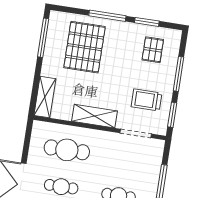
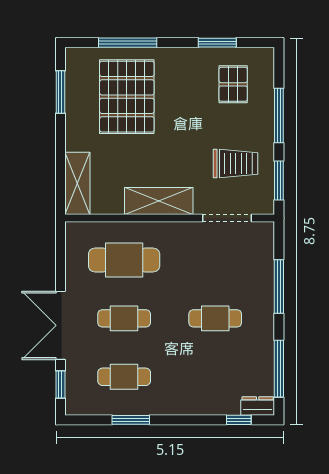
window: (107, 16) -> (128, 43), moved
window: (43, 38) -> (60, 92), width x0.69
trolley: (146, 100) -> (236, 164), turned 180

